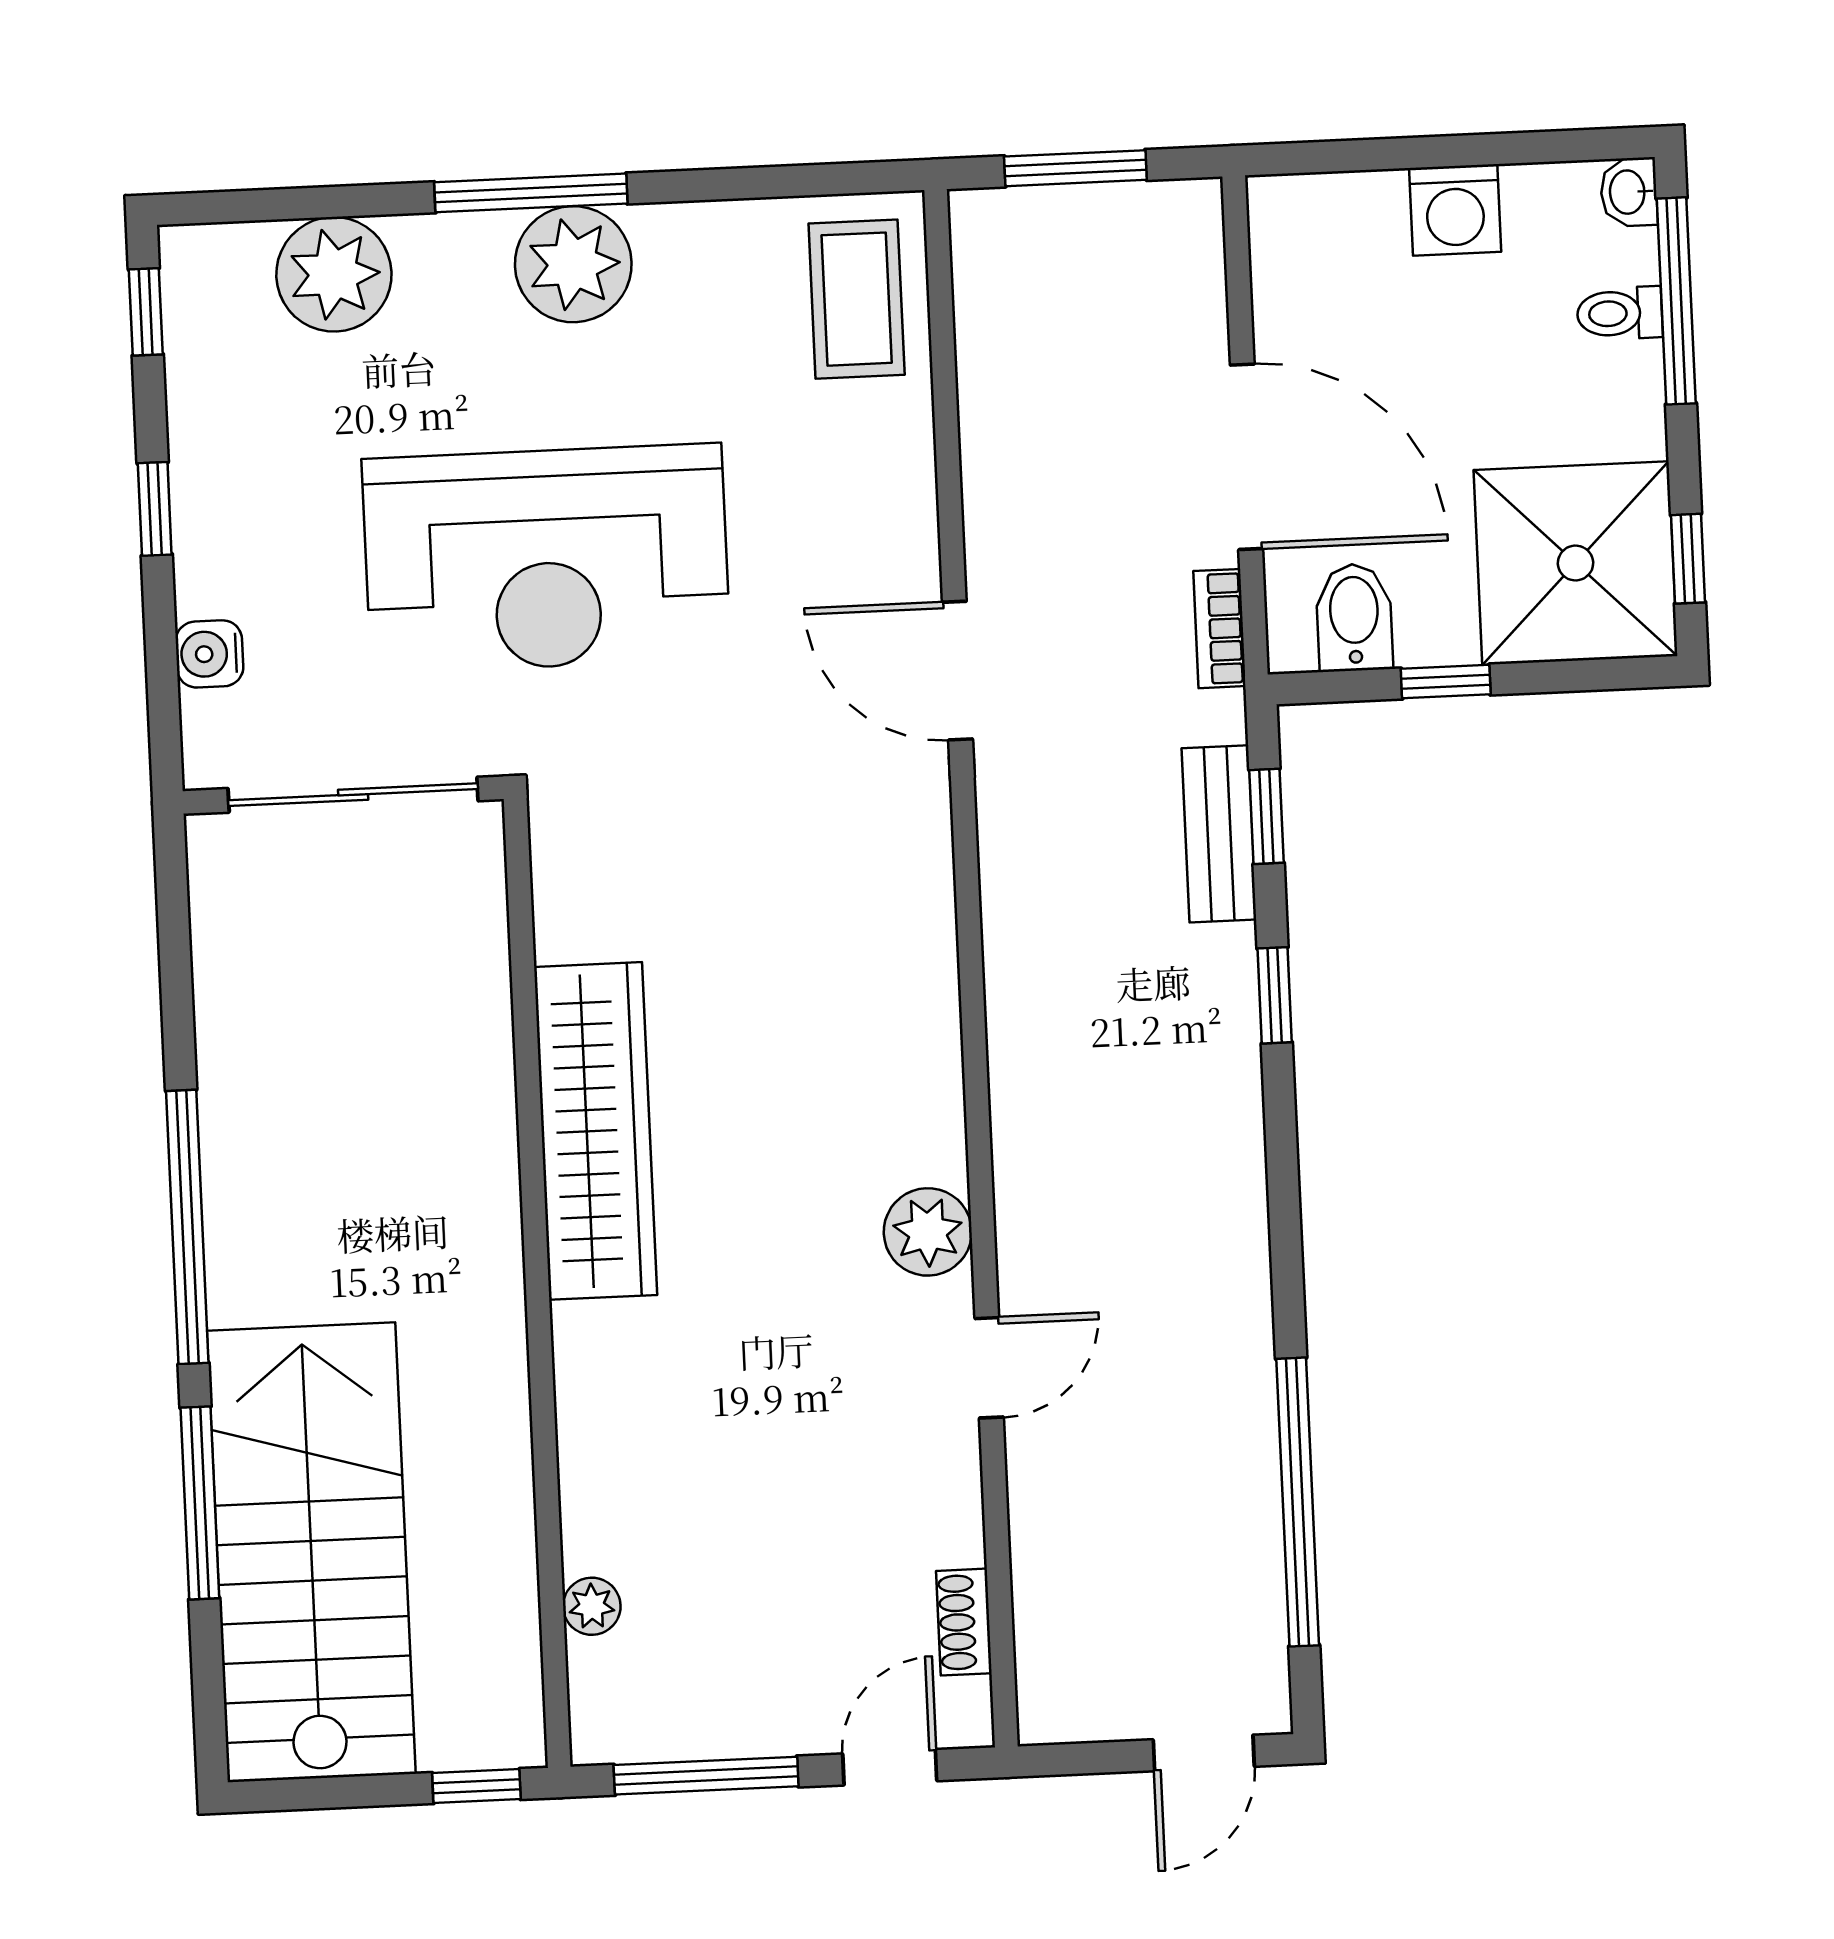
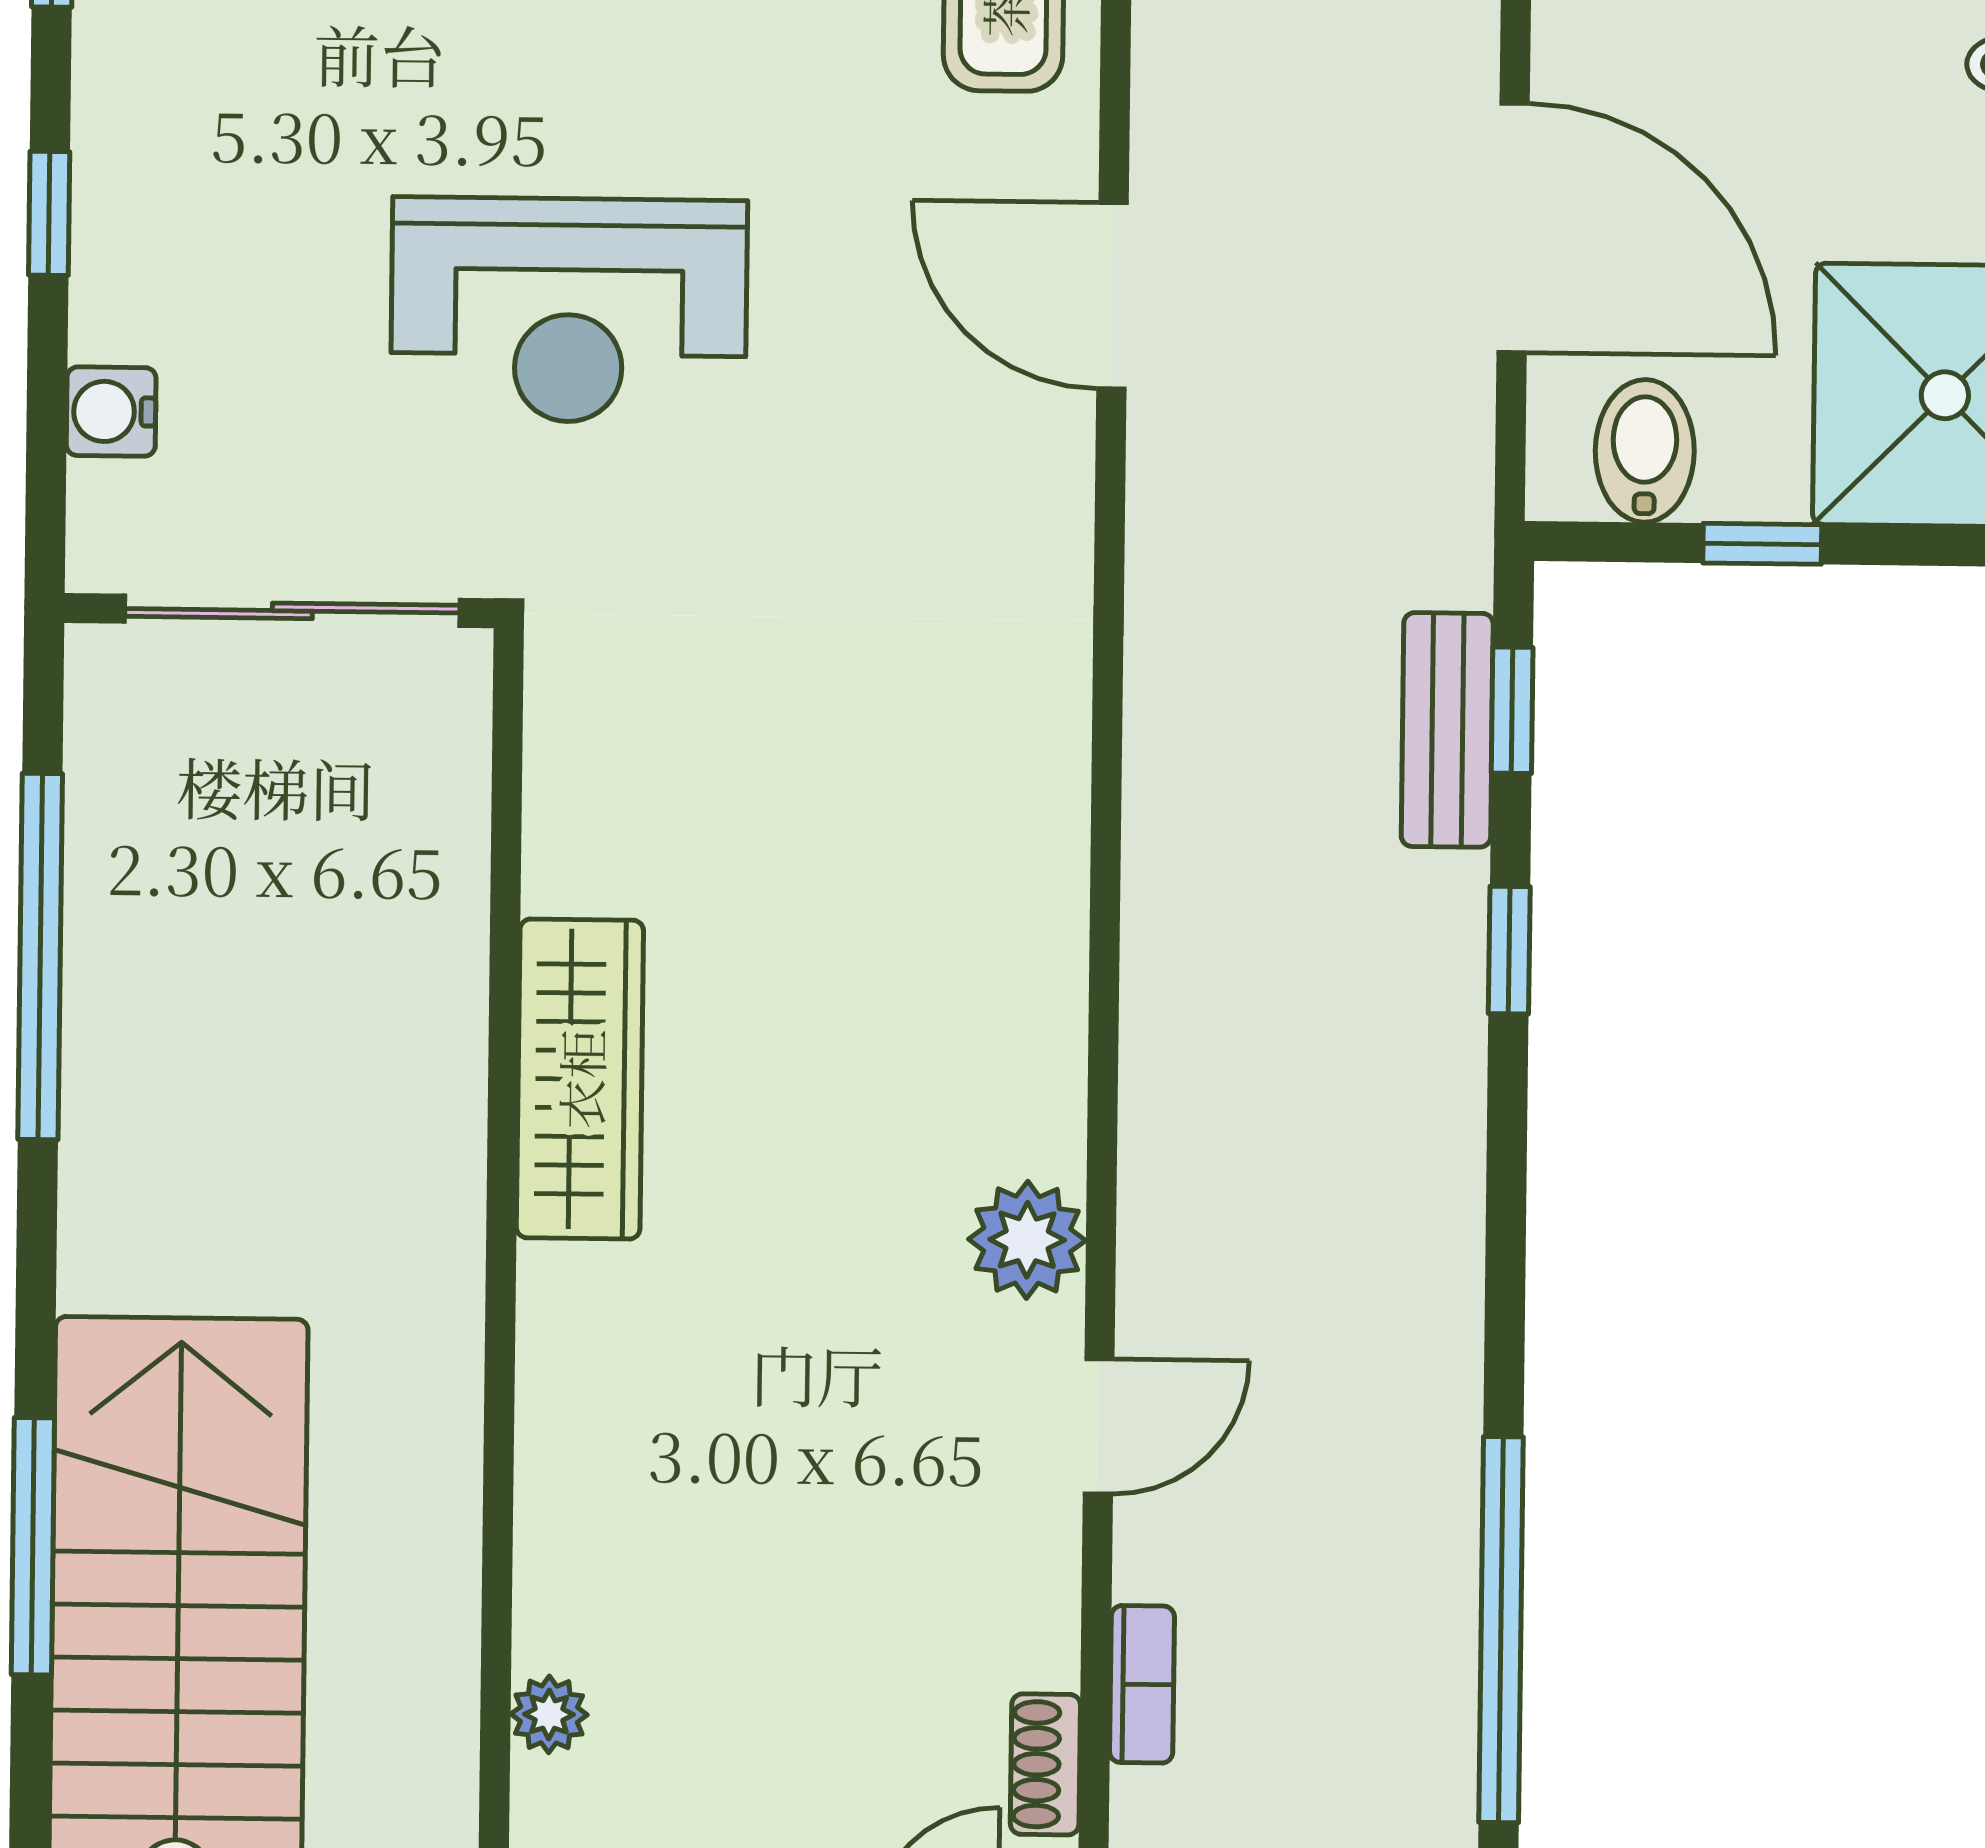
reception desk: (546, 559) -> (569, 310), width x0.74, depth x0.77
bookcase: (1220, 629) -> (1142, 1684), moved, turned 180
door: (957, 671) -> (1112, 296), moved
wardrobe: (596, 1131) -> (580, 1079), width x0.71, depth x0.85
window: (187, 1227) -> (40, 957), moved

